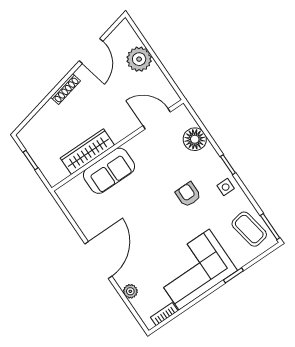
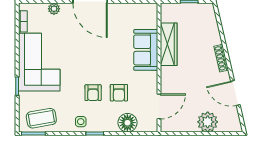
armchair: (170, 168) -> (119, 93), added
armchair: (188, 195) -> (93, 93), turned 90

